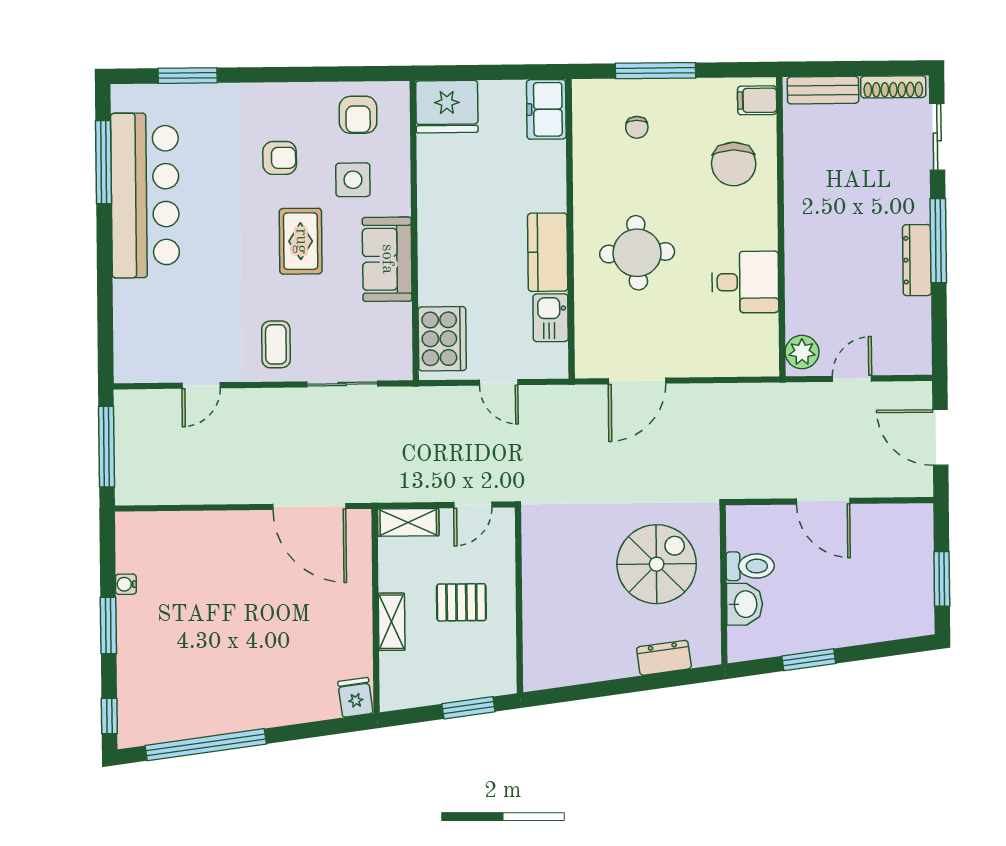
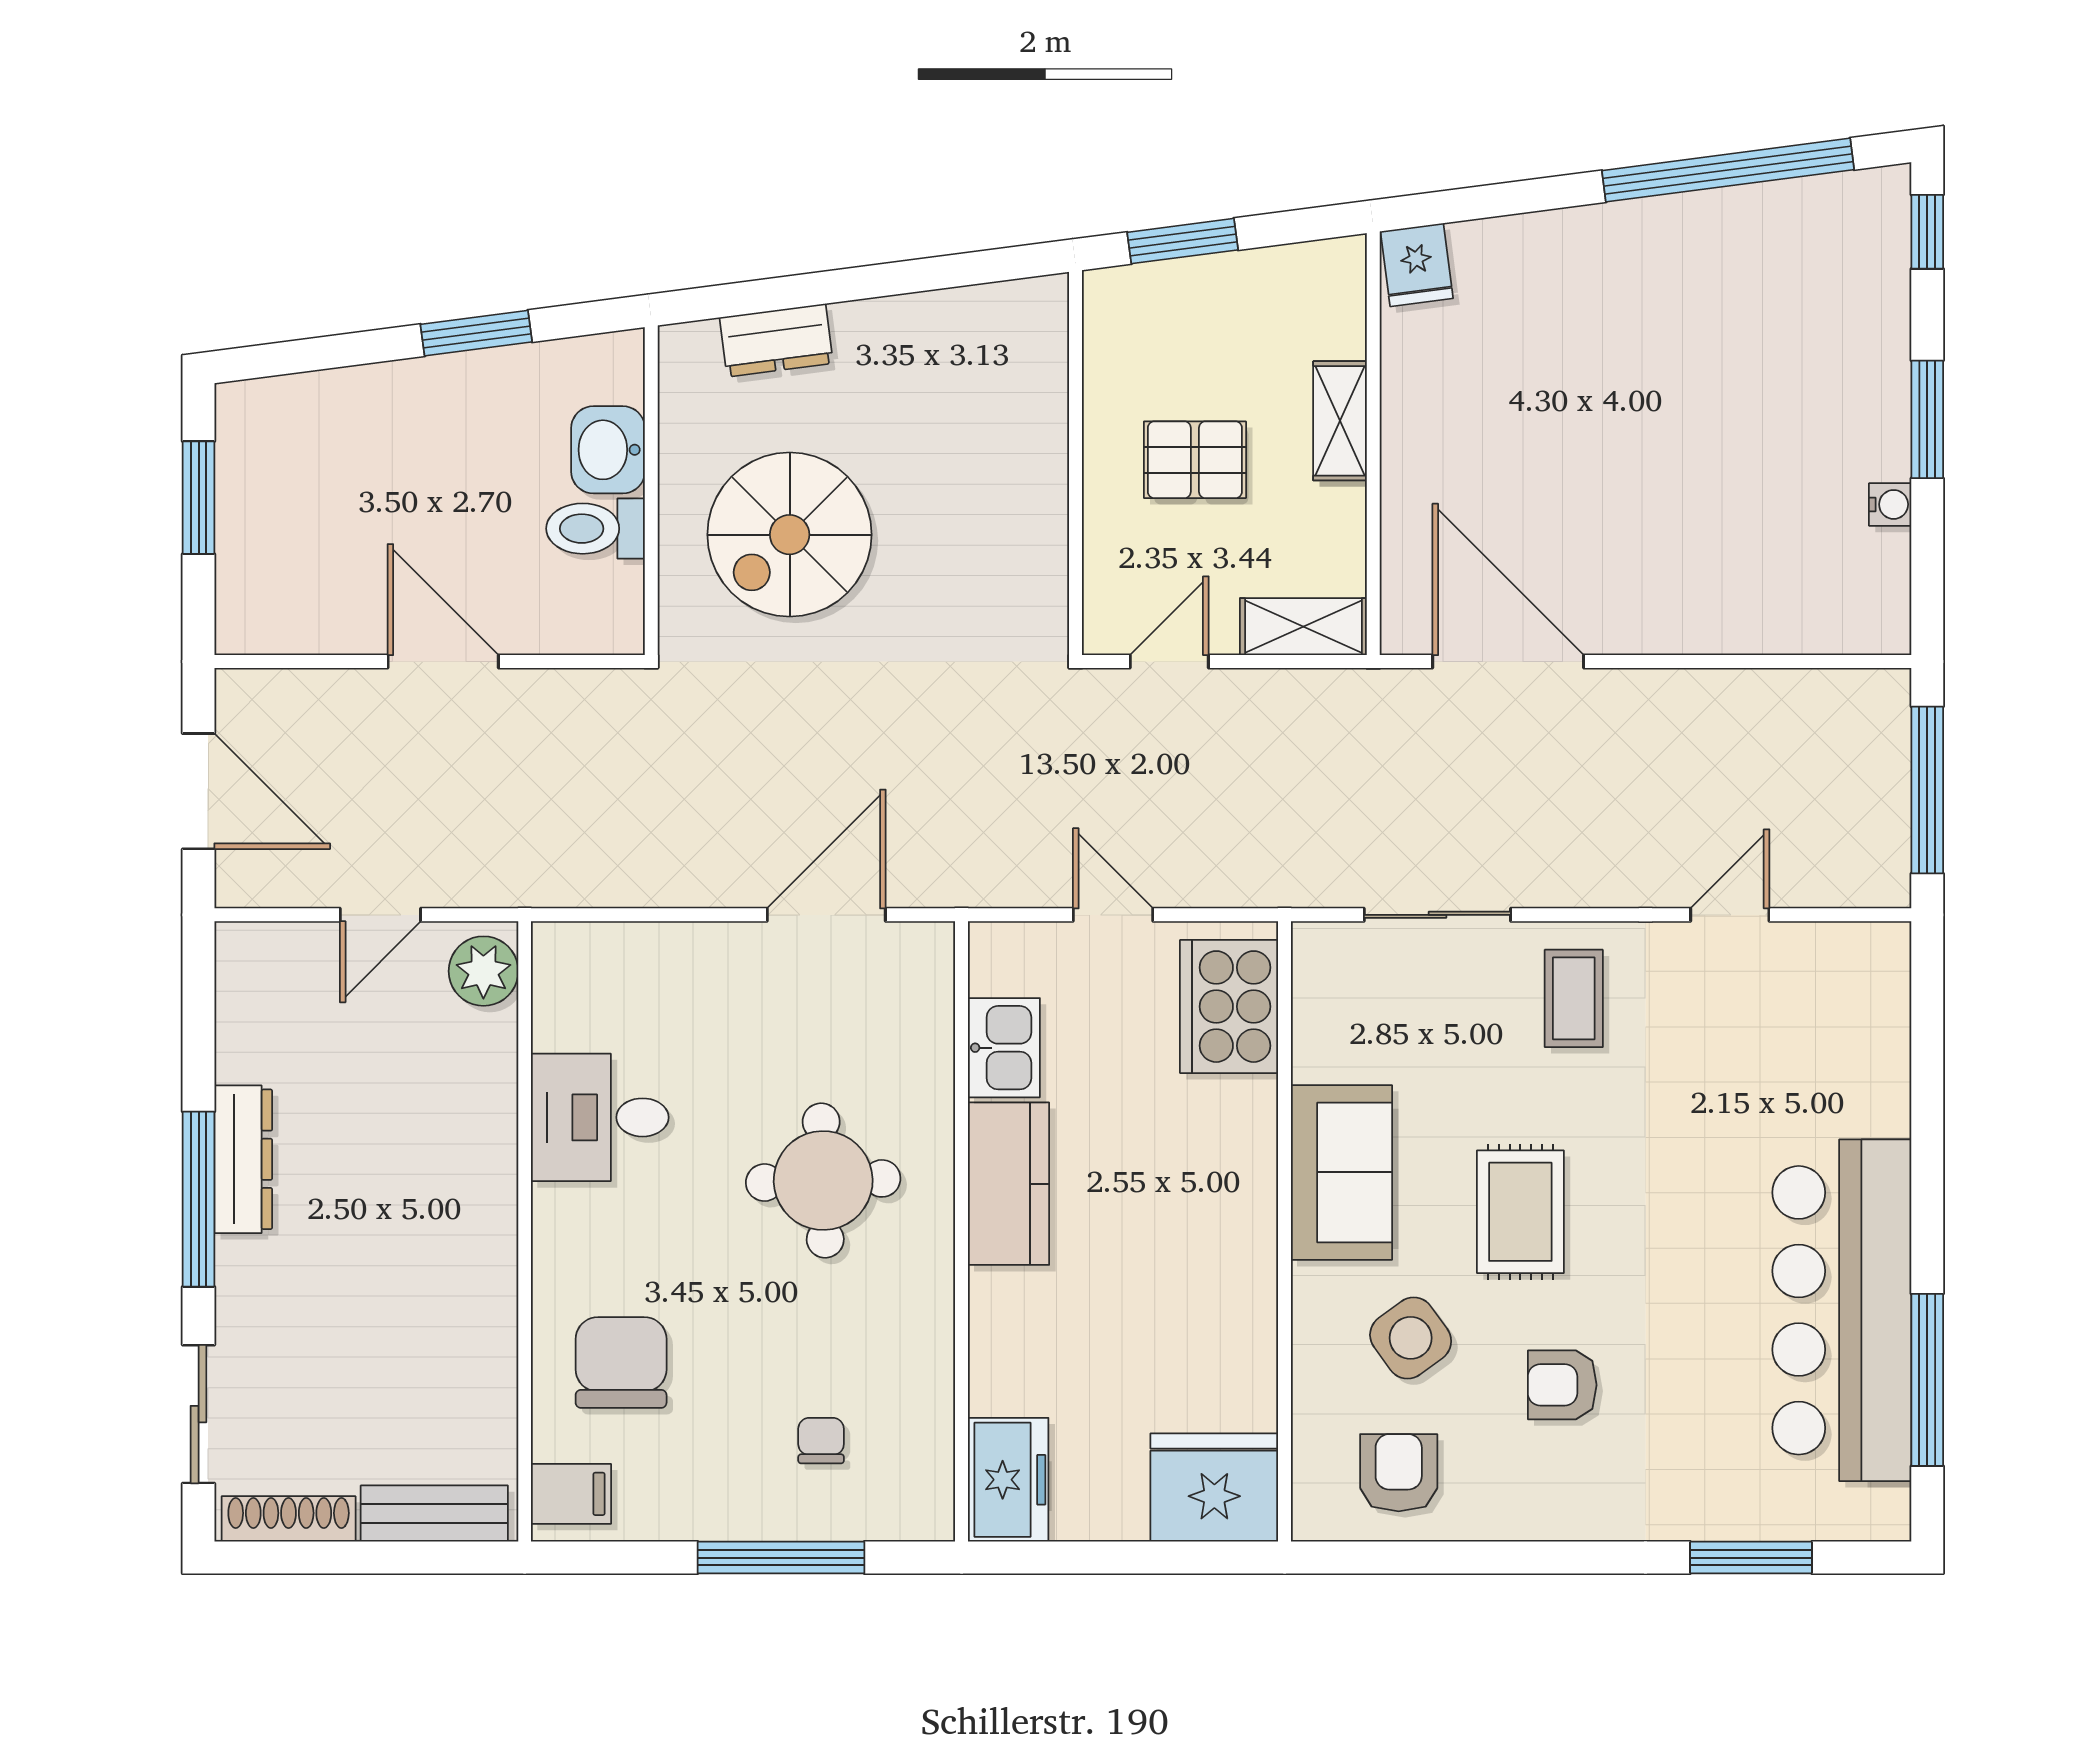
side table: (353, 180) -> (1411, 1338), turned -36

